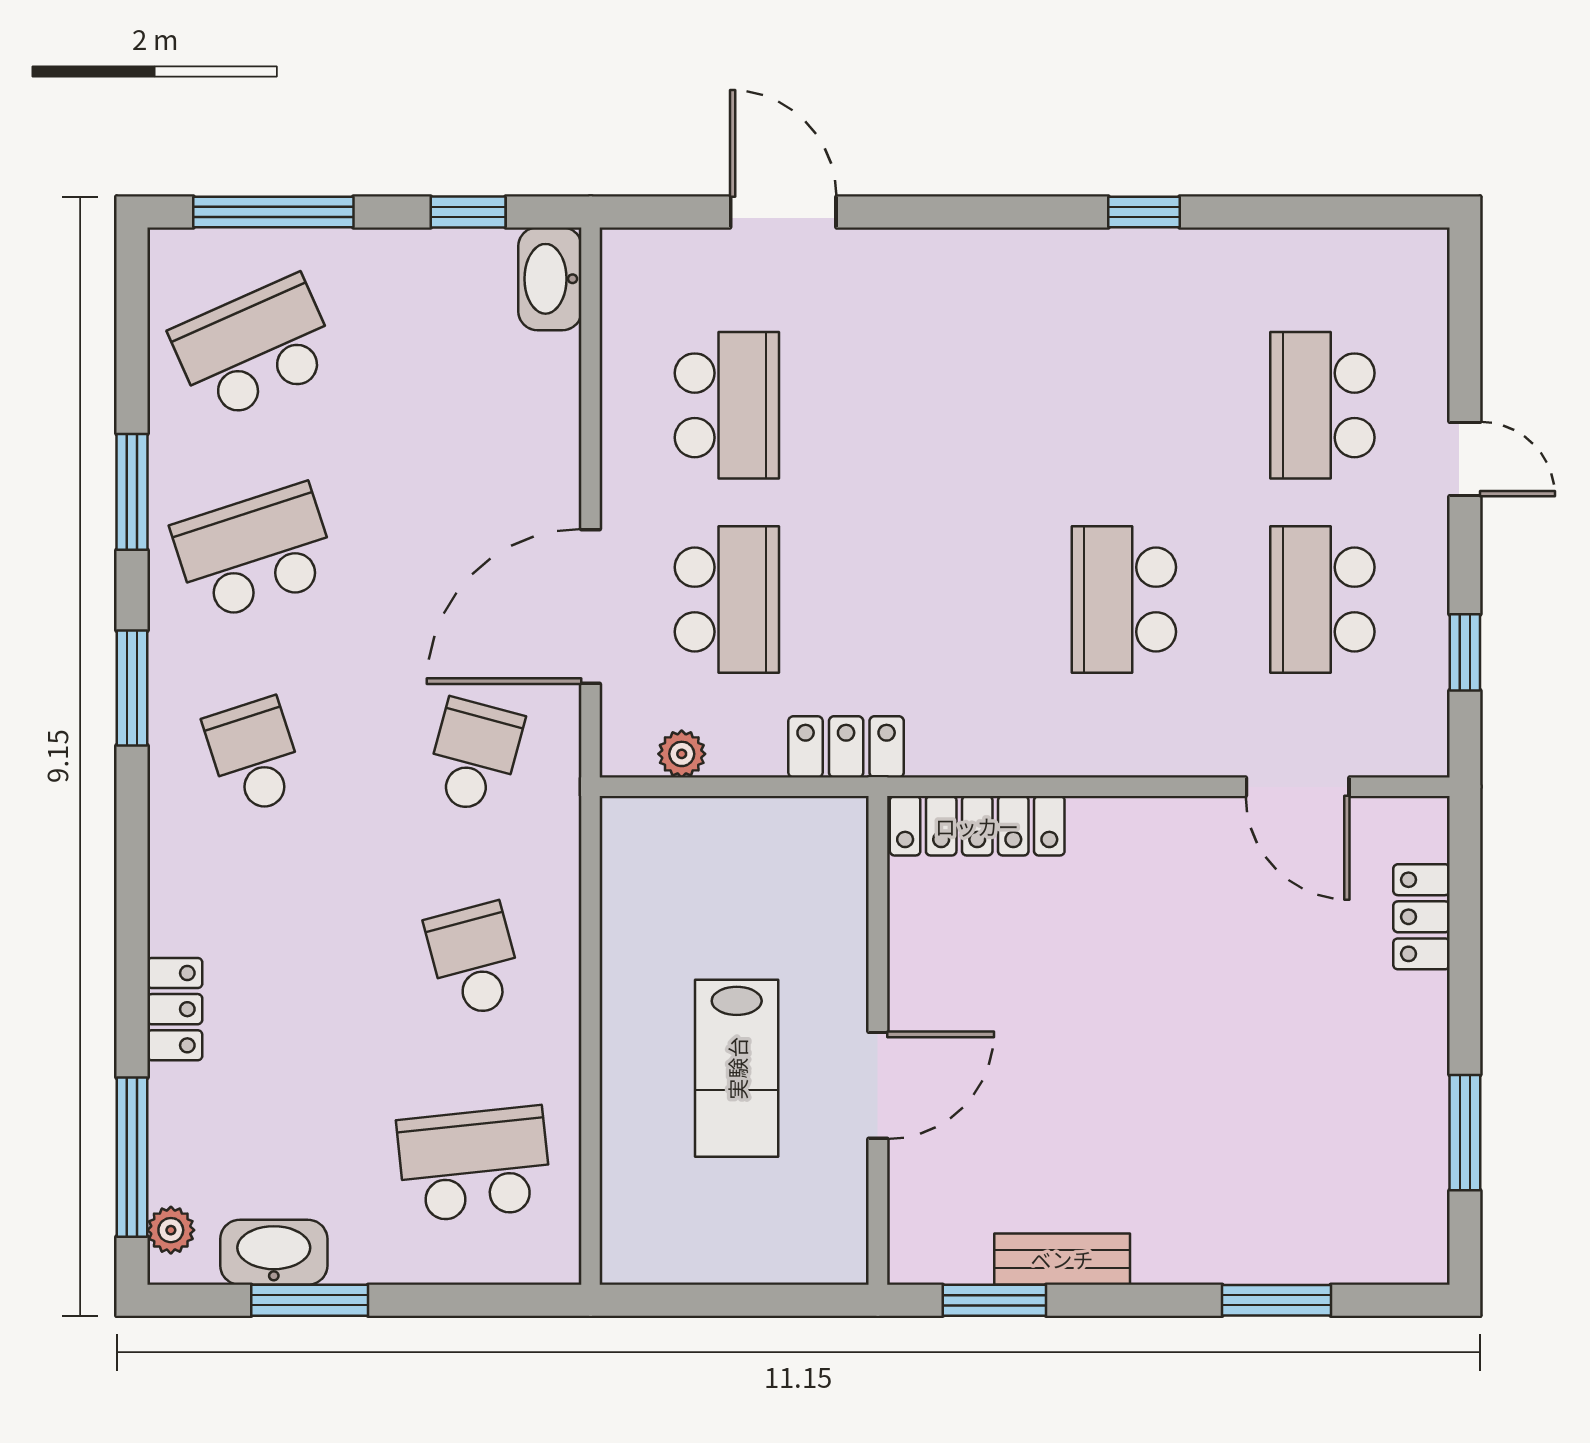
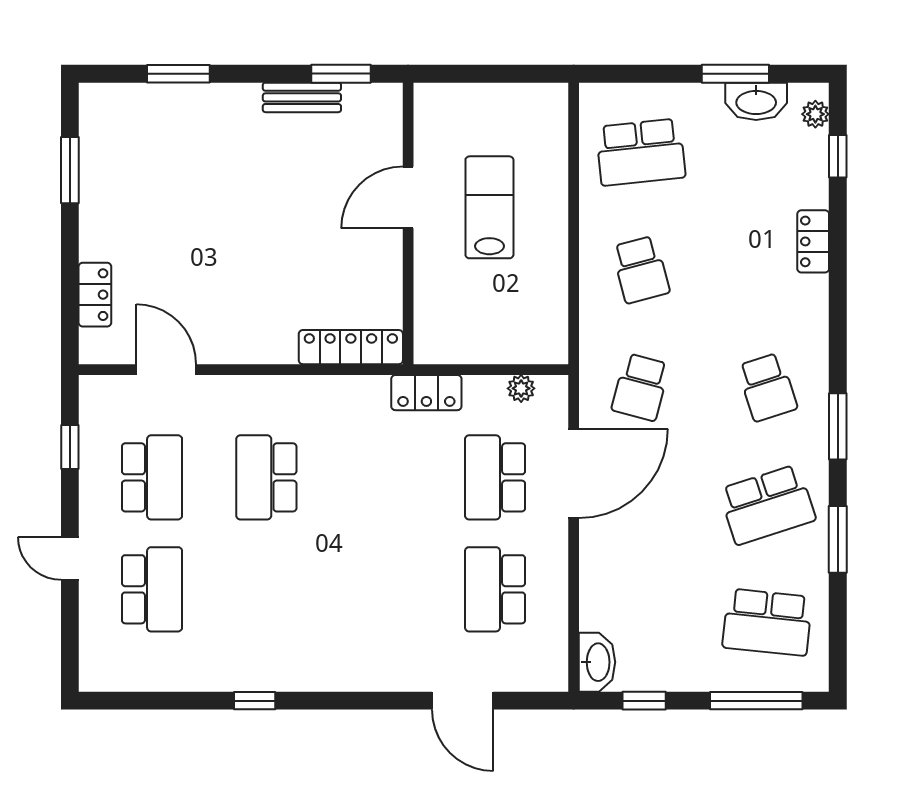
school desk: (254, 348) -> (767, 622), turned 30
school desk: (1124, 600) -> (266, 477), turned 180
window: (132, 1157) -> (838, 156), width x0.46

